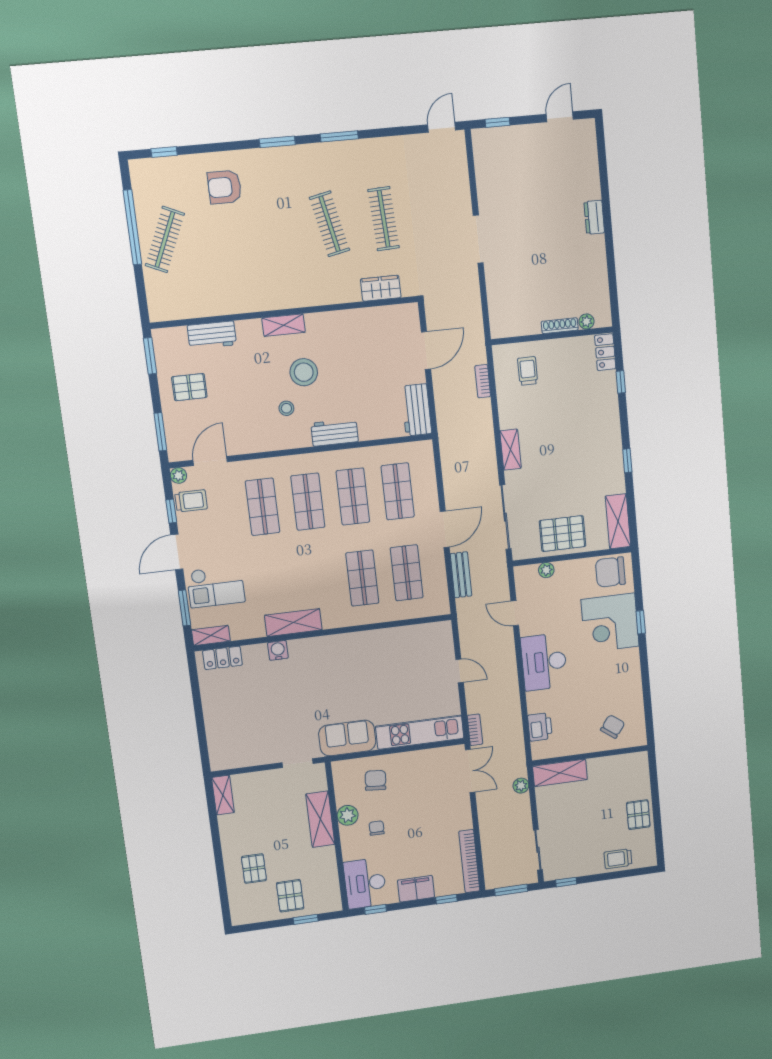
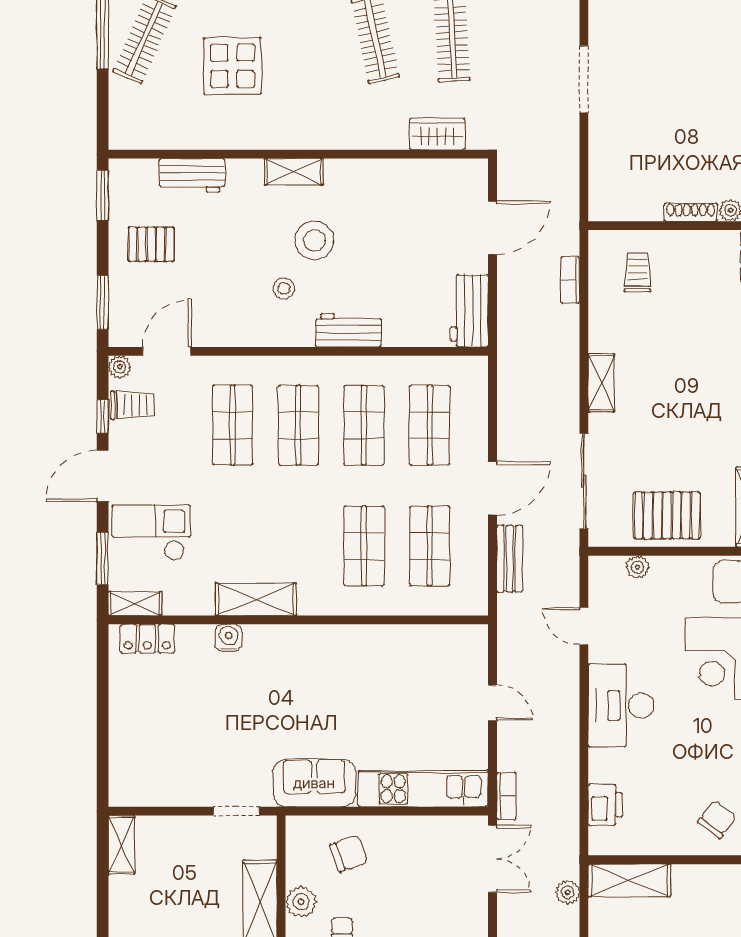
display table: (231, 253) -> (232, 66), added
checkout: (216, 586) -> (151, 533), turned 180
chair: (375, 780) -> (349, 854), turned 65

